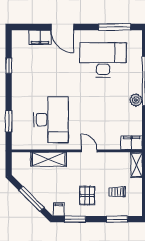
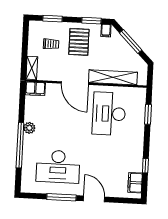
window: (115, 27) -> (61, 197), moved
filing cabinet: (40, 37) -> (135, 183), moved, turned -90
door: (89, 151) -> (75, 83), width x1.88
shelving: (49, 159) -> (113, 77), width x1.47
pallet: (87, 196) -> (79, 42), width x1.50, depth x1.42

